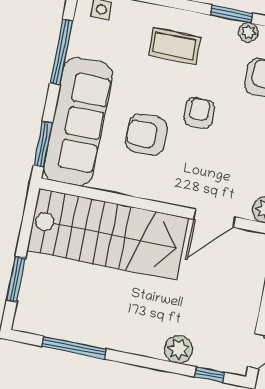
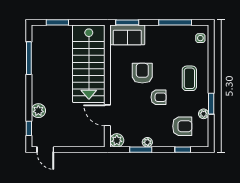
sofa: (78, 122) -> (127, 35), width x0.54, depth x0.79

